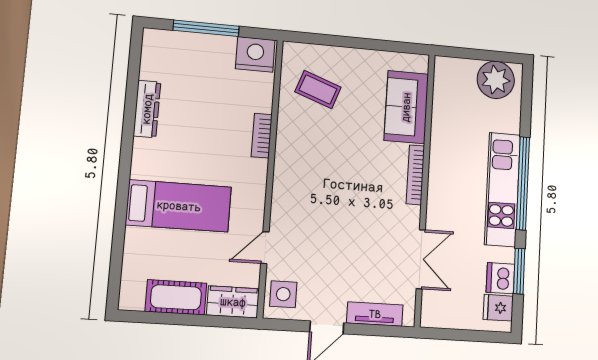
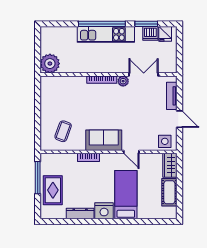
window: (206, 28) -> (38, 178), moved
nightstand: (255, 54) -> (104, 211), moved, turned -90
rug: (200, 58) -> (53, 190), added
plant: (496, 80) -> (50, 64), moved
sofa: (406, 107) -> (104, 140), moved, turned 180
plant: (410, 217) -> (123, 81), added
door: (265, 248) -> (131, 152), moved

